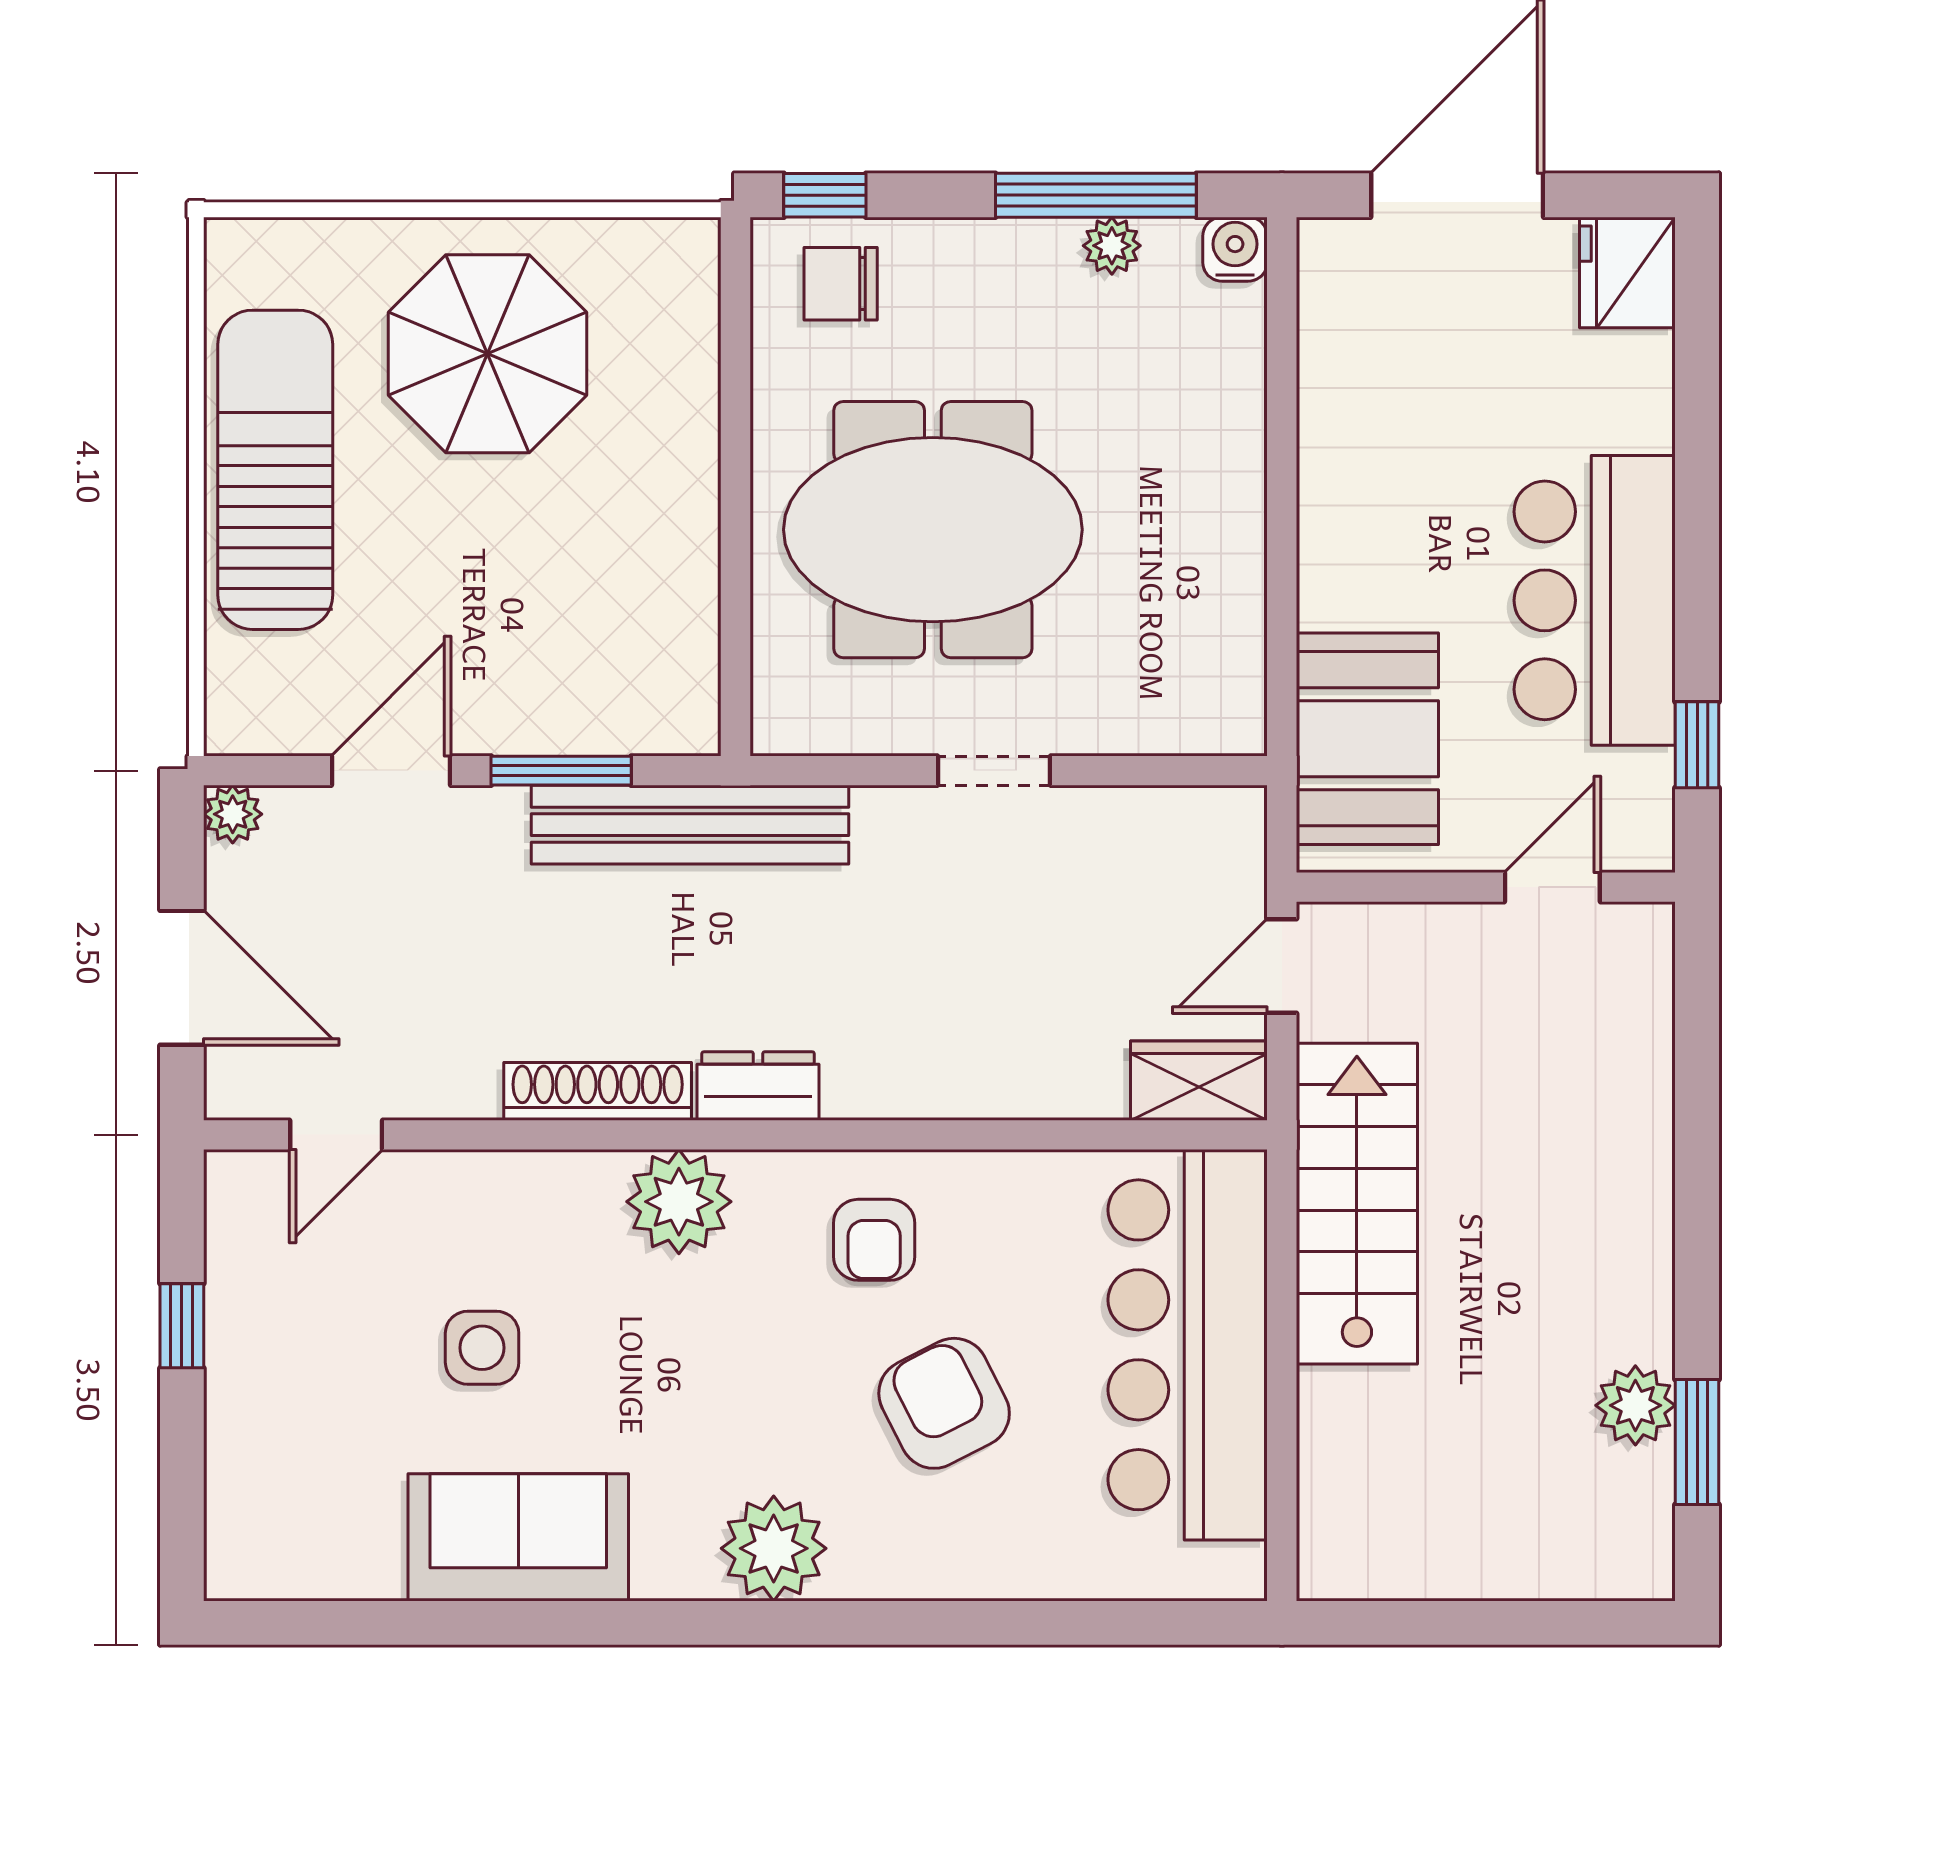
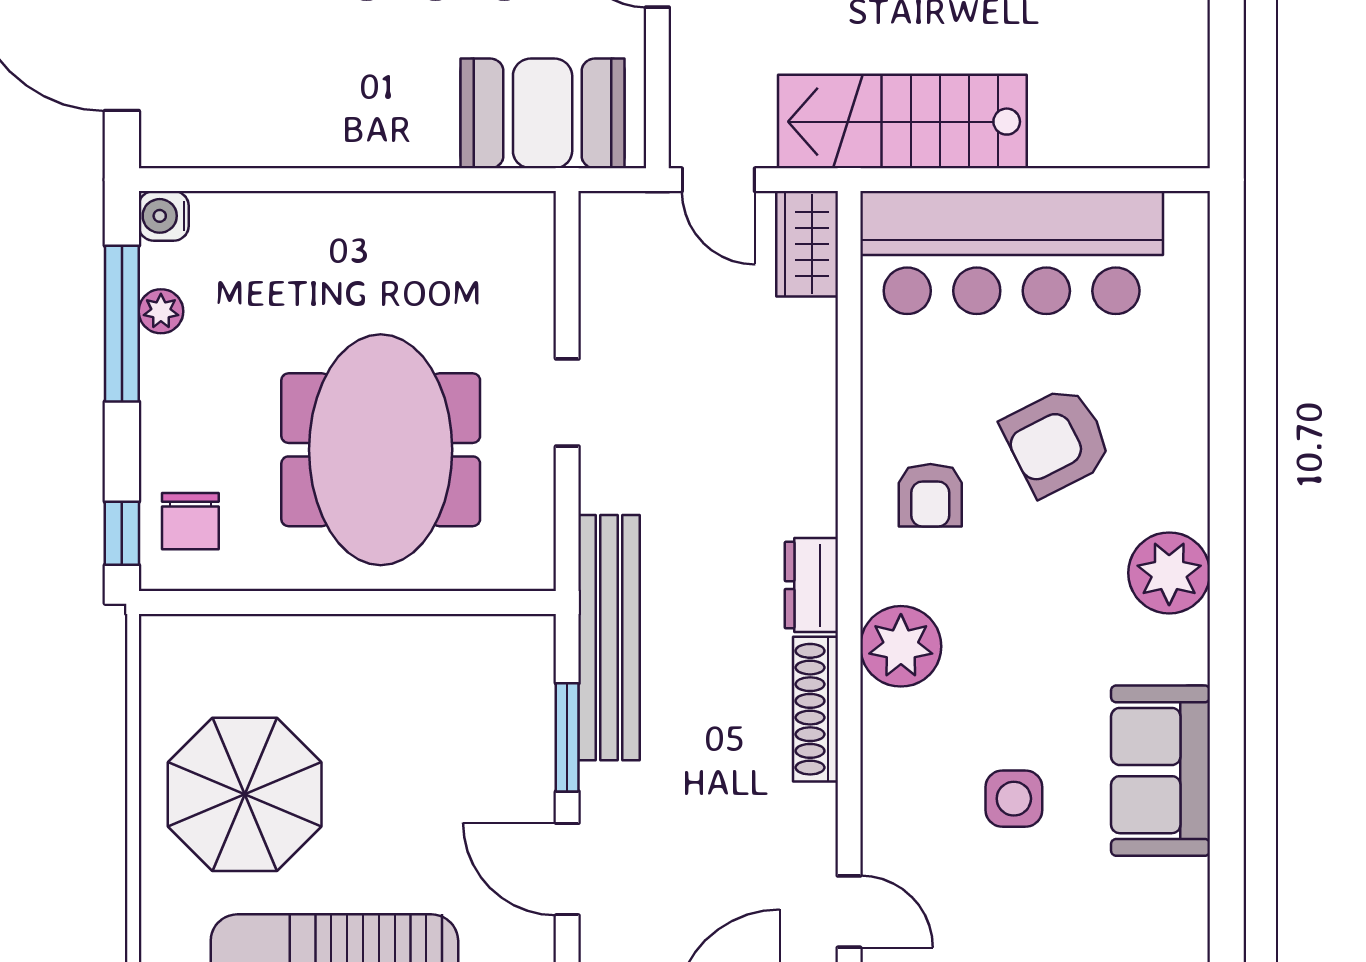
armchair: (874, 1240) -> (930, 495), turned 90

